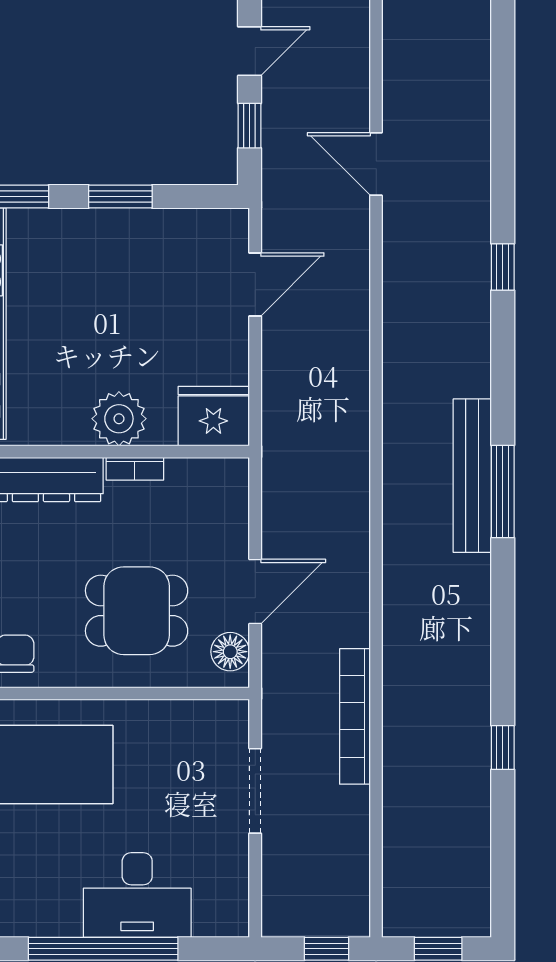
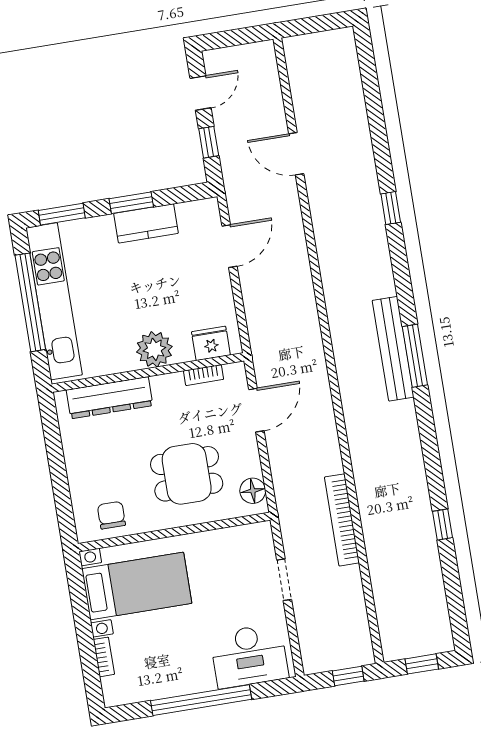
kitchen counter: (137, 231) -> (146, 223), added
fridge: (213, 416) -> (211, 343), width x0.73, depth x0.75
bookcase: (135, 469) -> (203, 375), moved
door: (255, 592) -> (256, 410), moved
doorway: (255, 791) -> (284, 580), width x0.73
desk: (137, 895) -> (249, 656), moved

